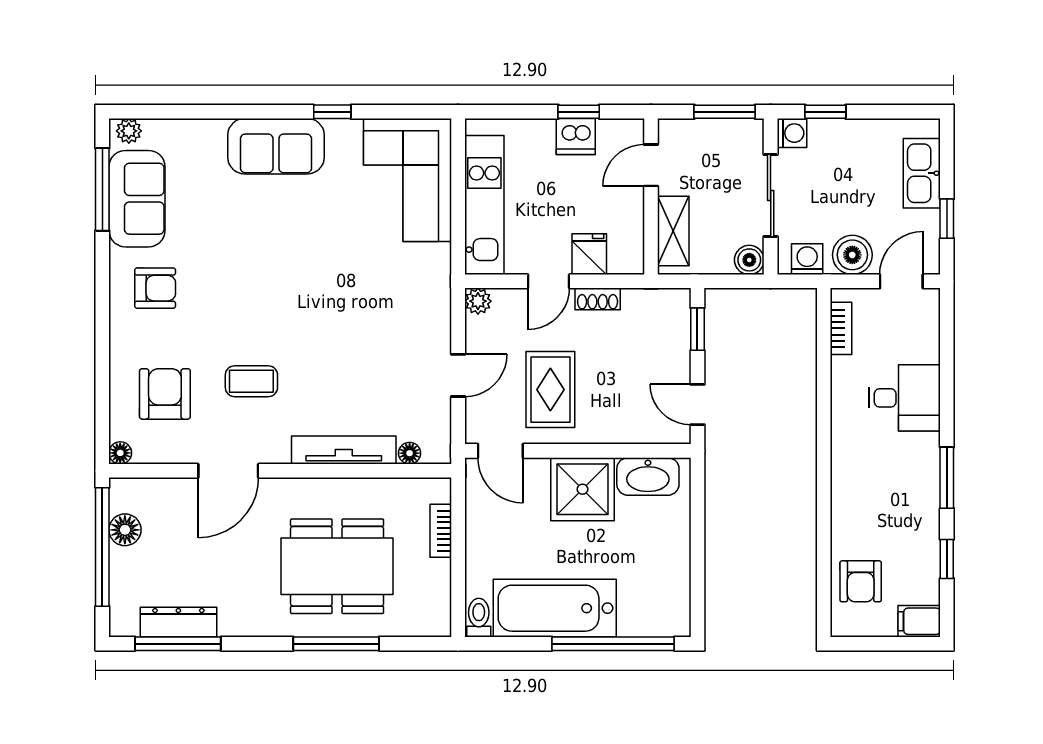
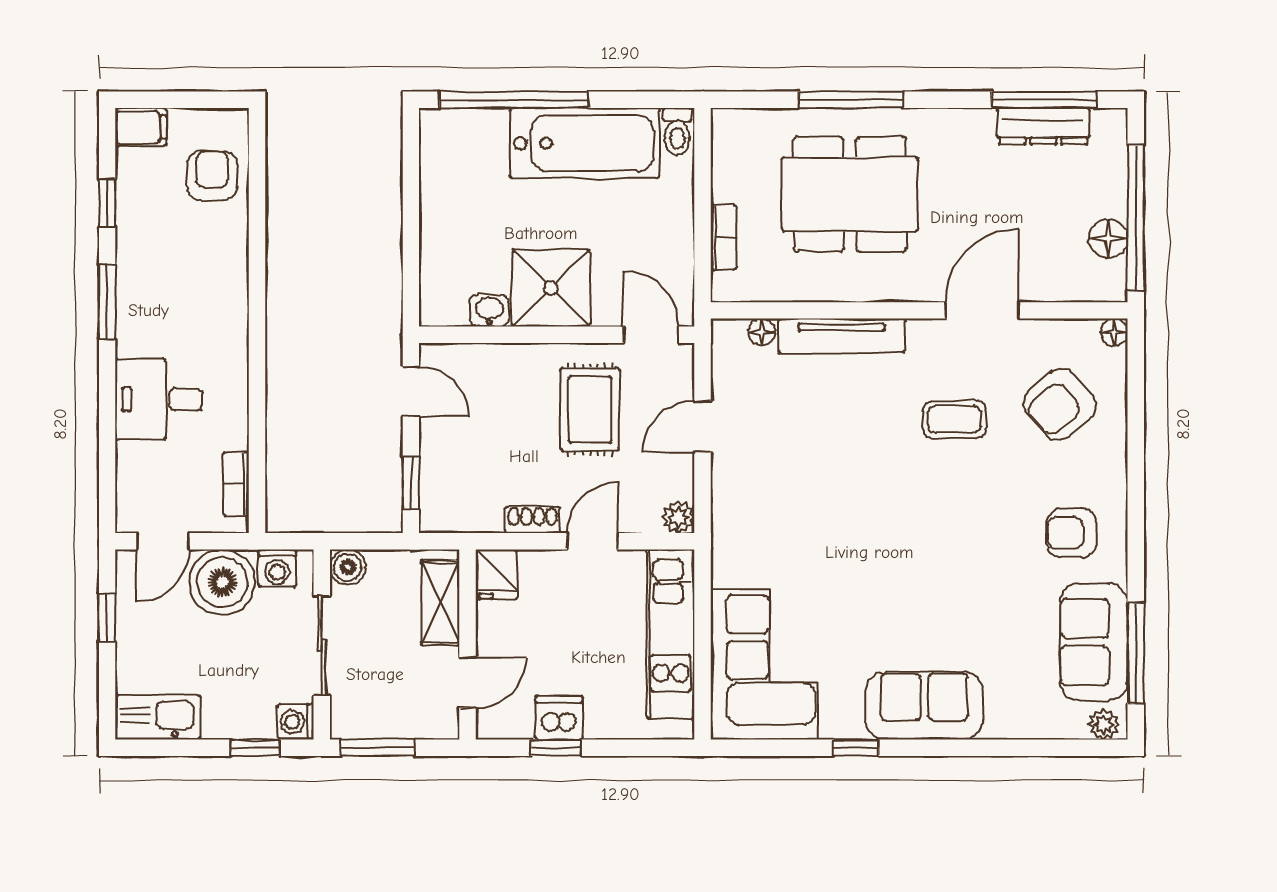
kitchen sink: (922, 173) -> (158, 717), moved, turned -90
fridge: (589, 254) -> (497, 574), moved
boiler: (852, 255) -> (222, 582), width x1.37, depth x1.37
armchair: (165, 394) -> (1060, 404), turned 49
washbasin: (648, 476) -> (489, 311), width x0.52, depth x0.69

